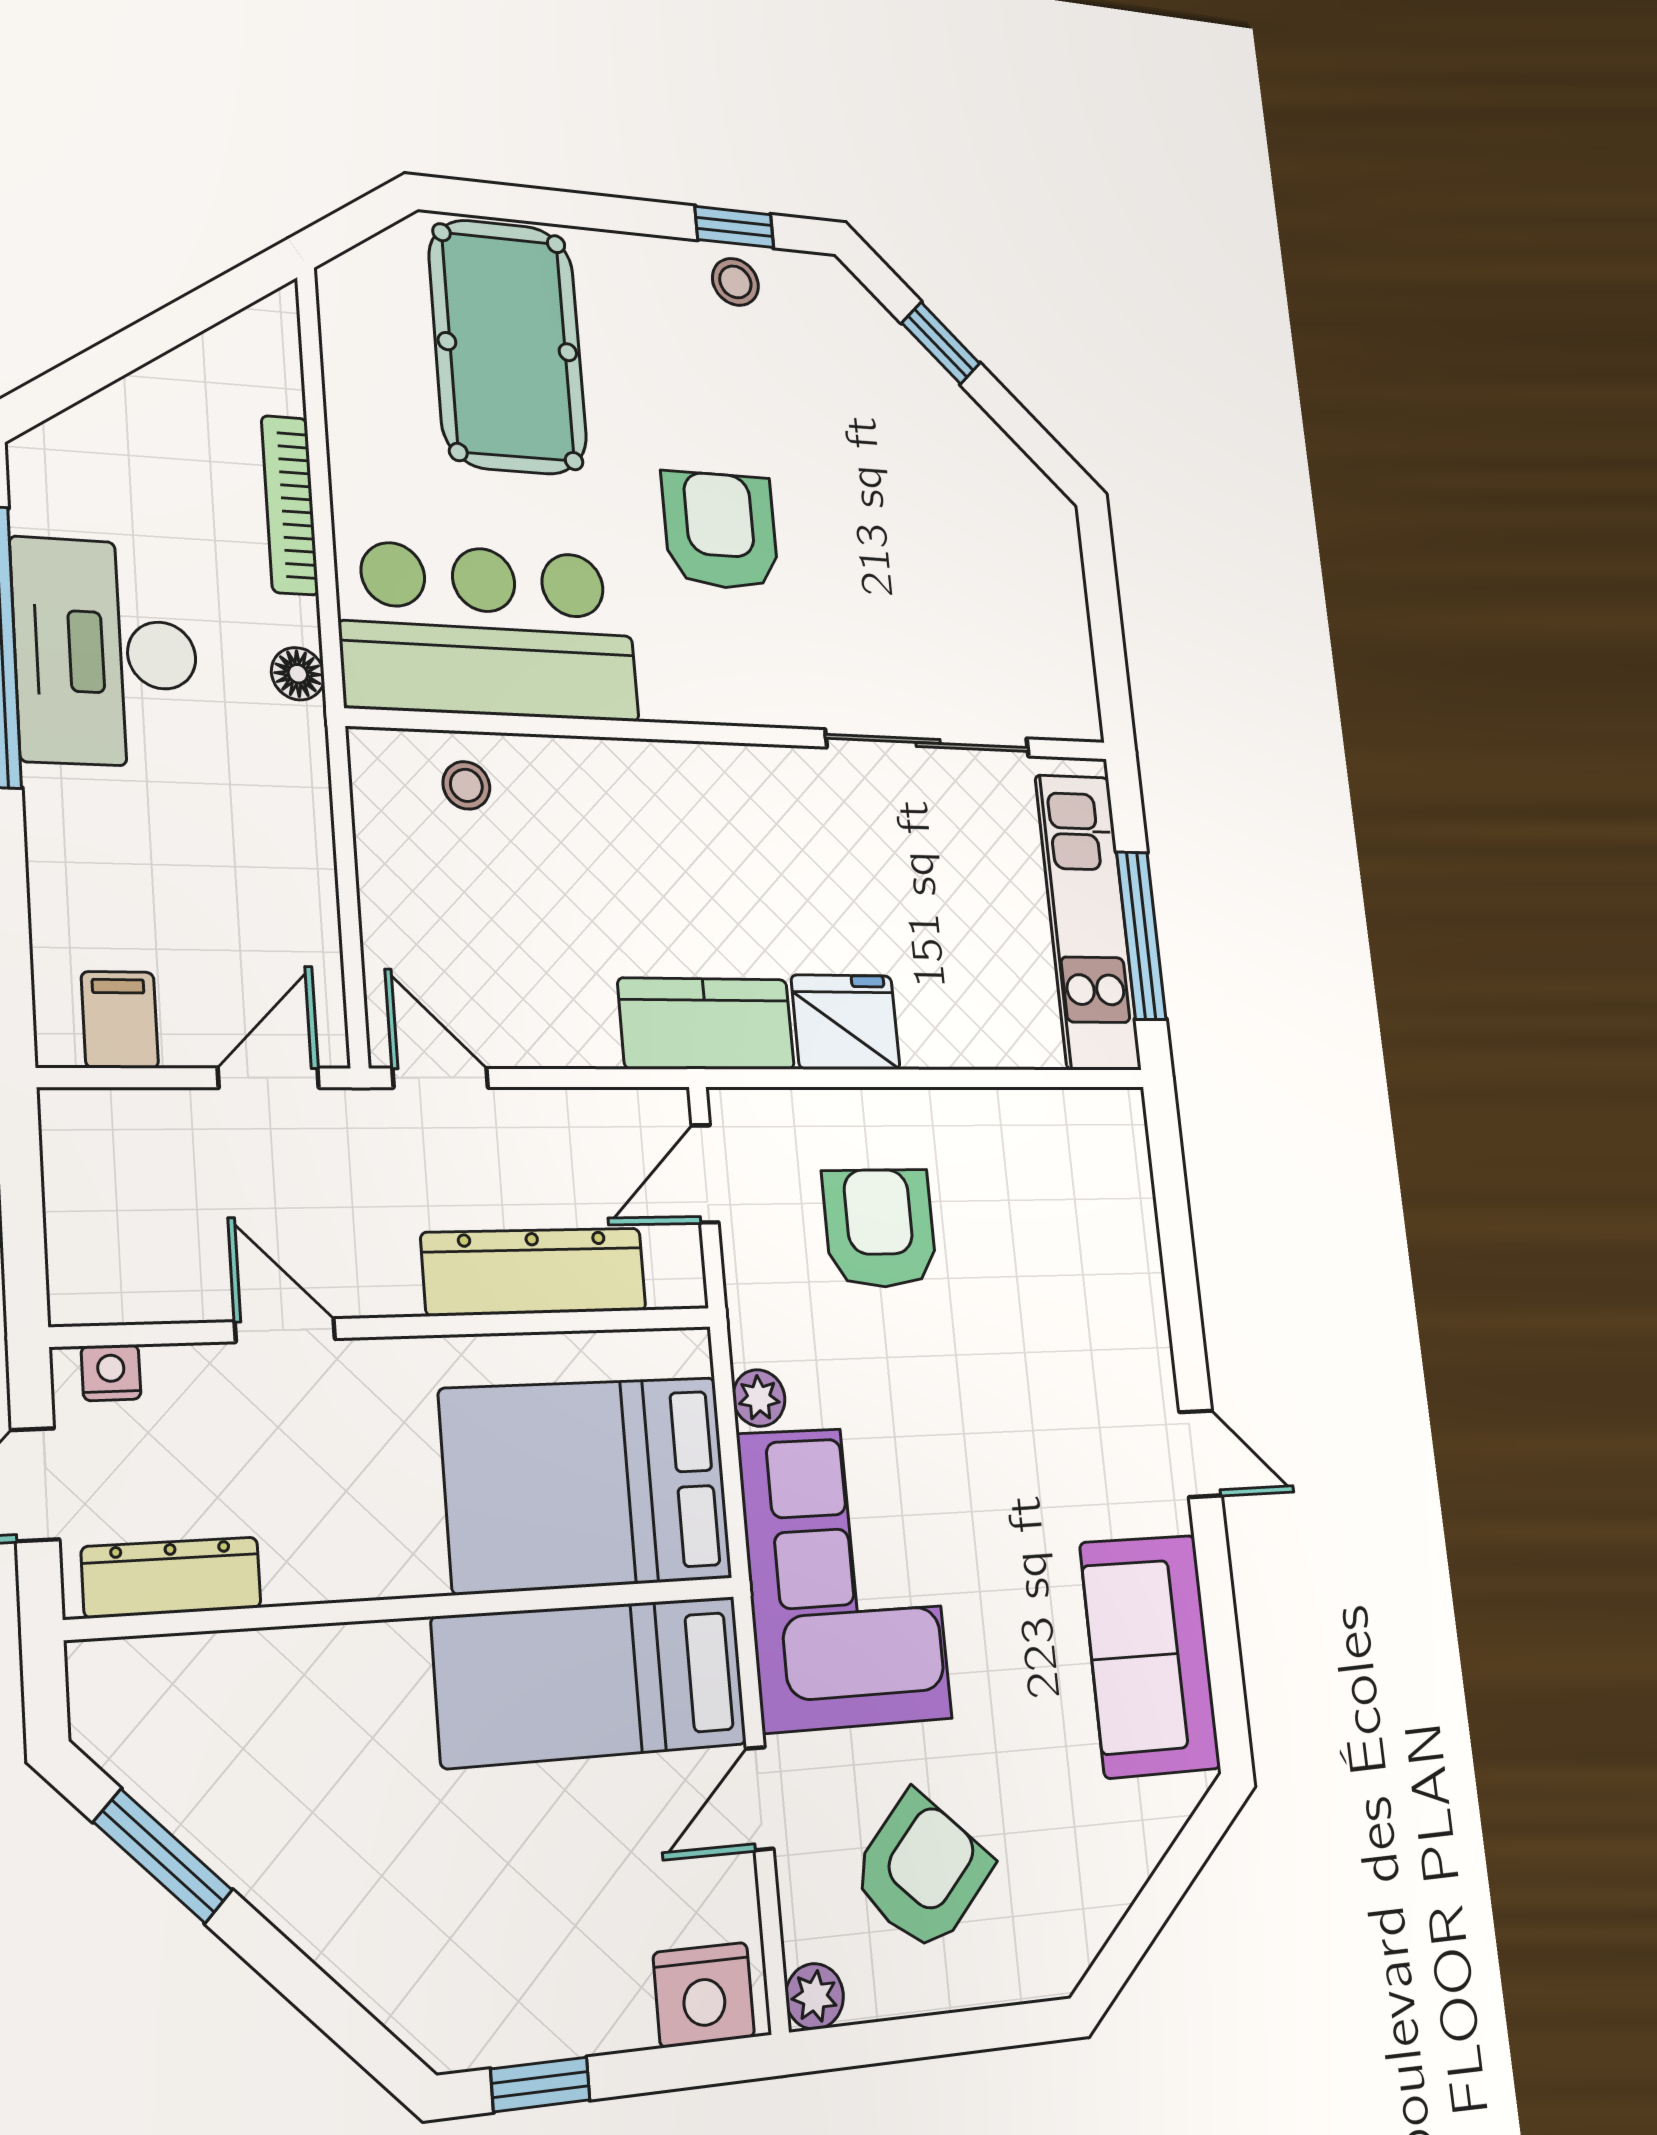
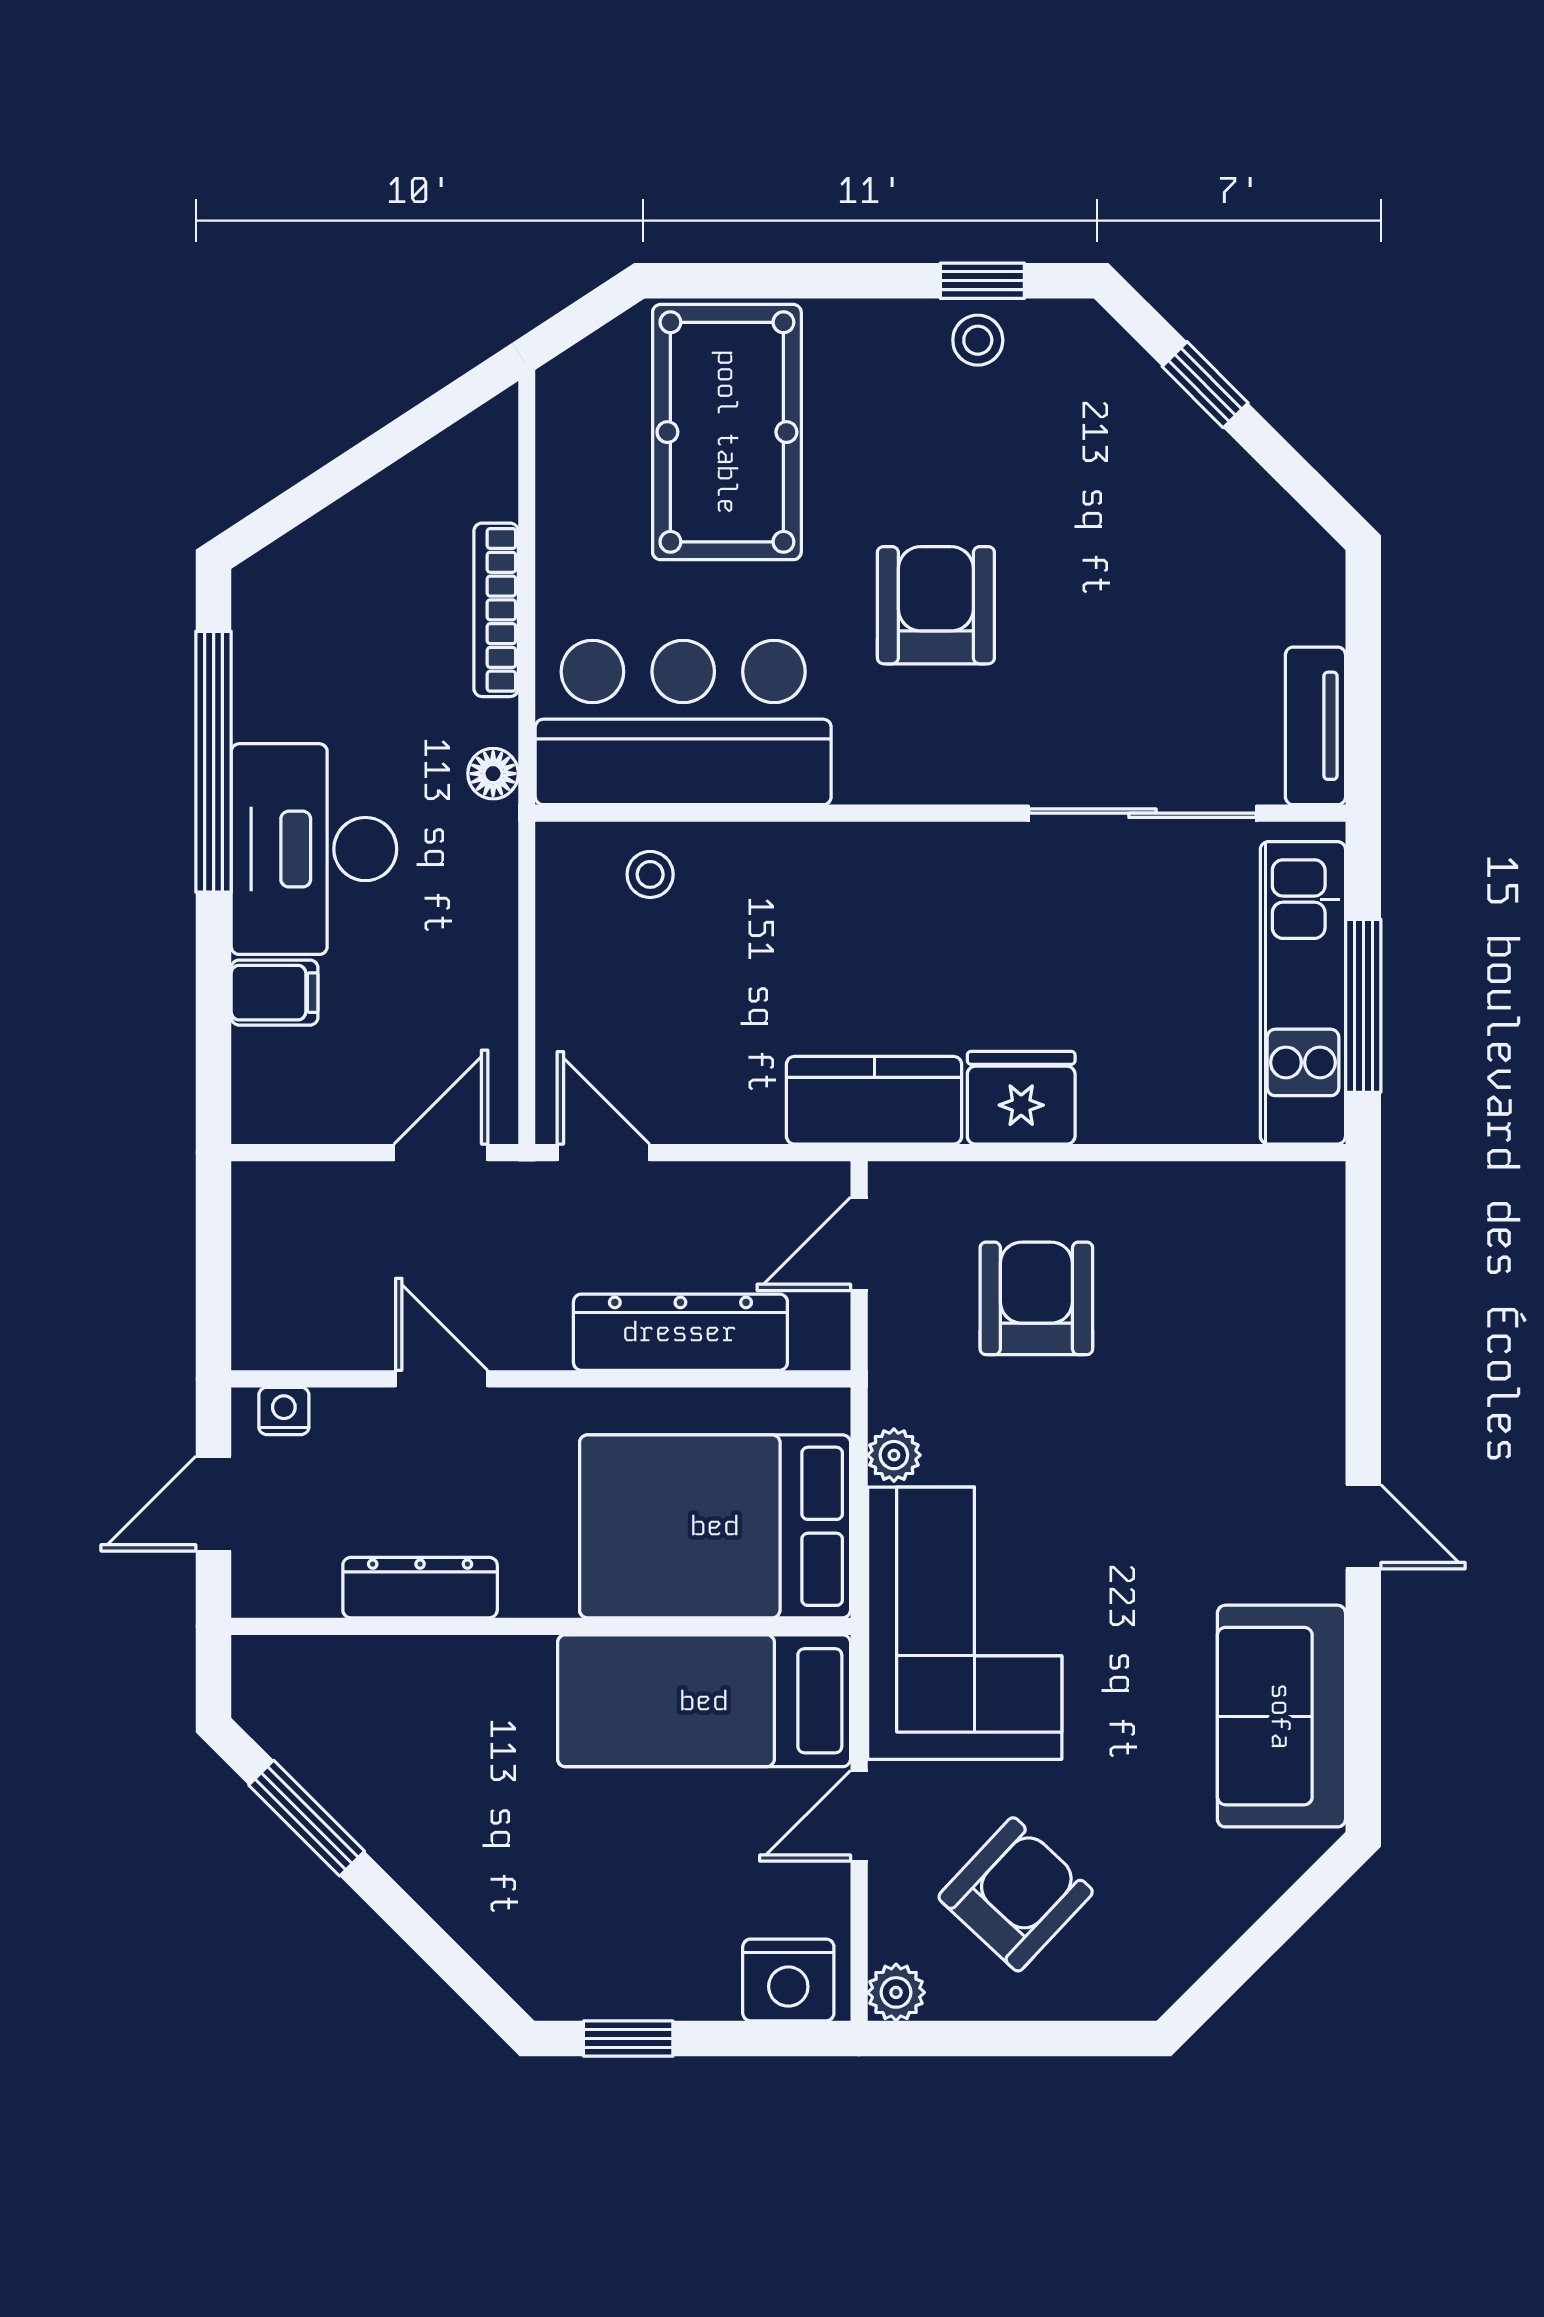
desk: (106, 653) -> (314, 849), moved
tv unit: (1070, 667) -> (1315, 726), added
filing cabinet: (120, 1020) -> (275, 993), moved, turned 90
dresser: (172, 1577) -> (420, 1588), moved

